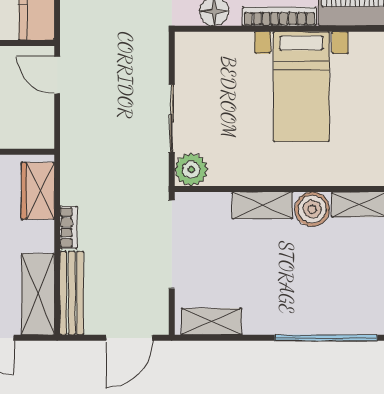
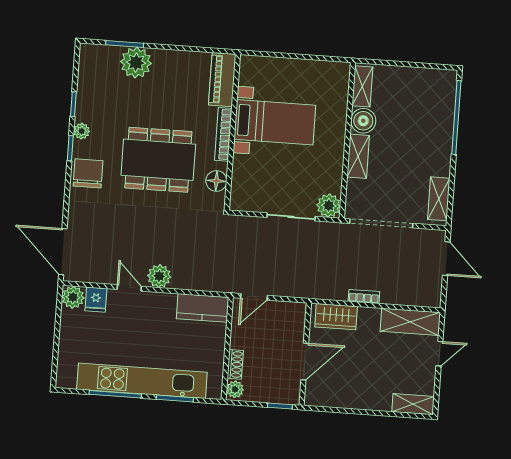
bench: (72, 293) -> (411, 298), removed

